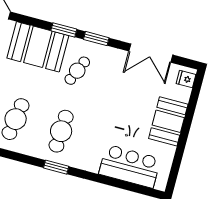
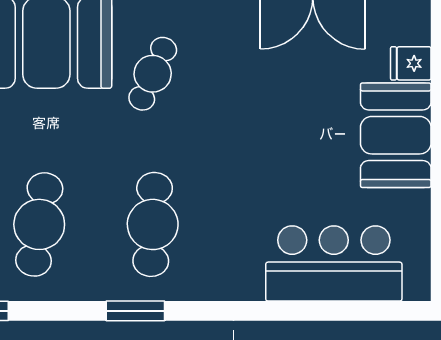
fridge: (186, 79) -> (411, 63), moved
window: (56, 167) -> (135, 311), moved

